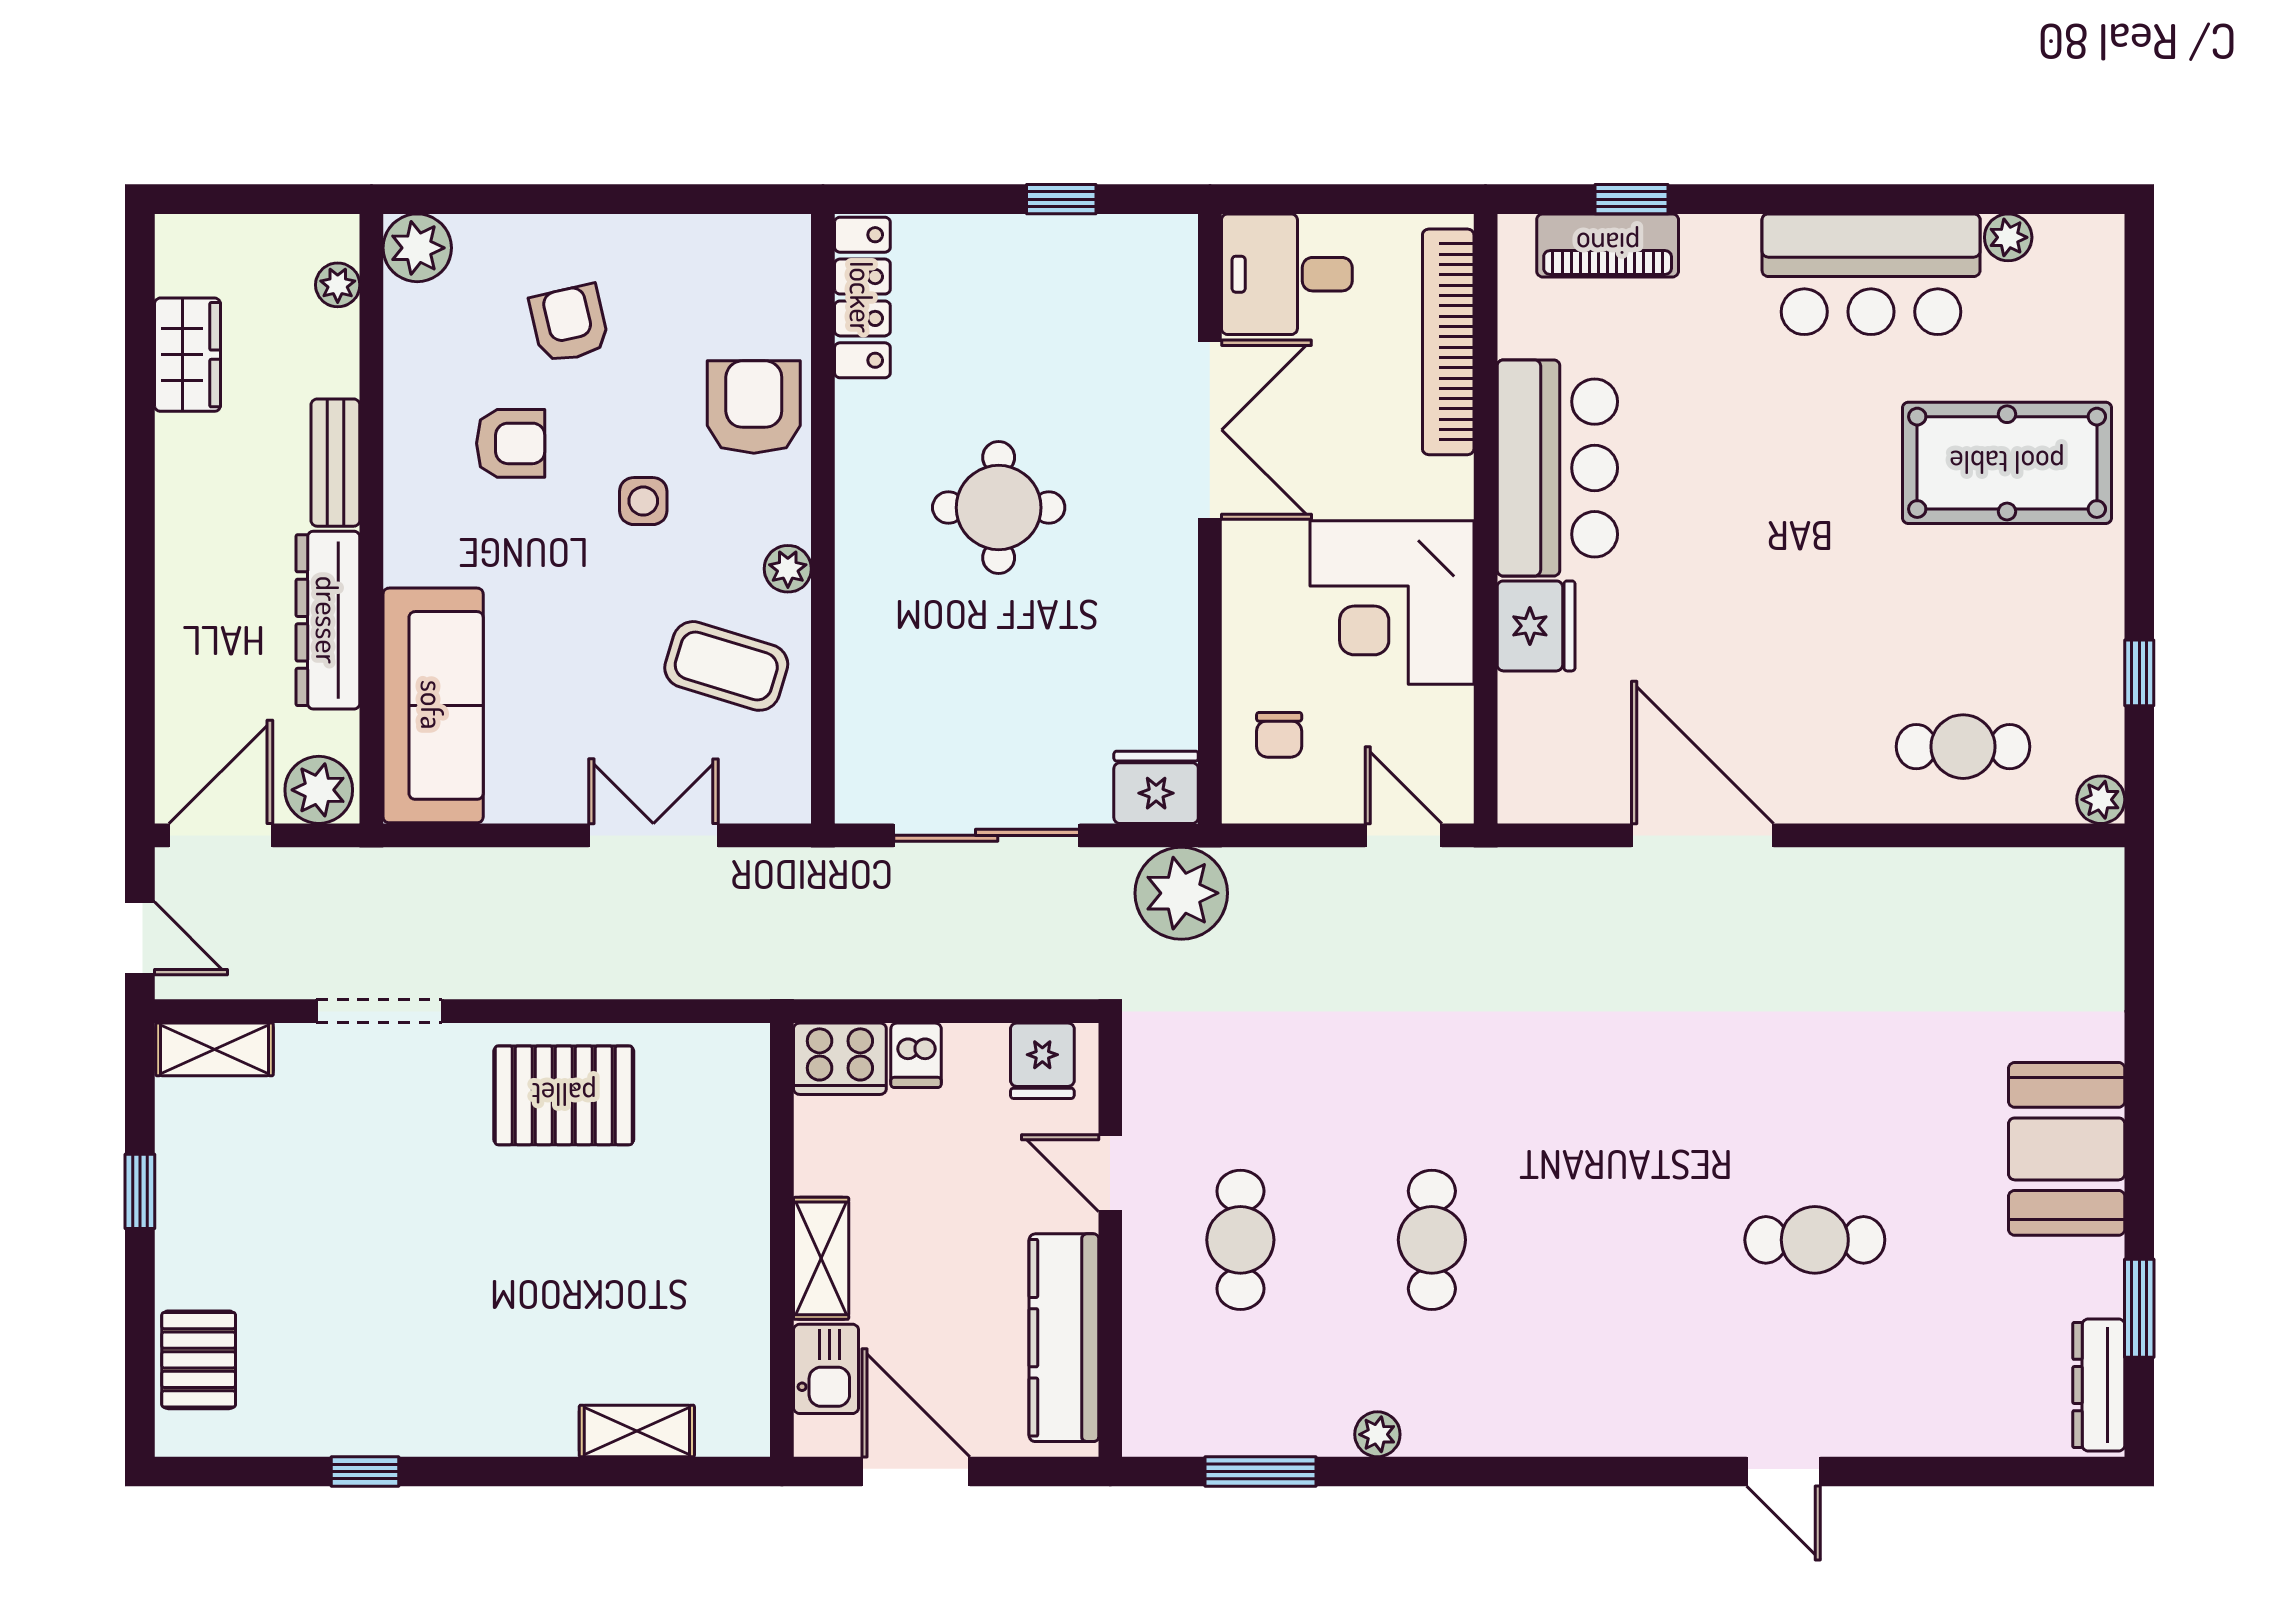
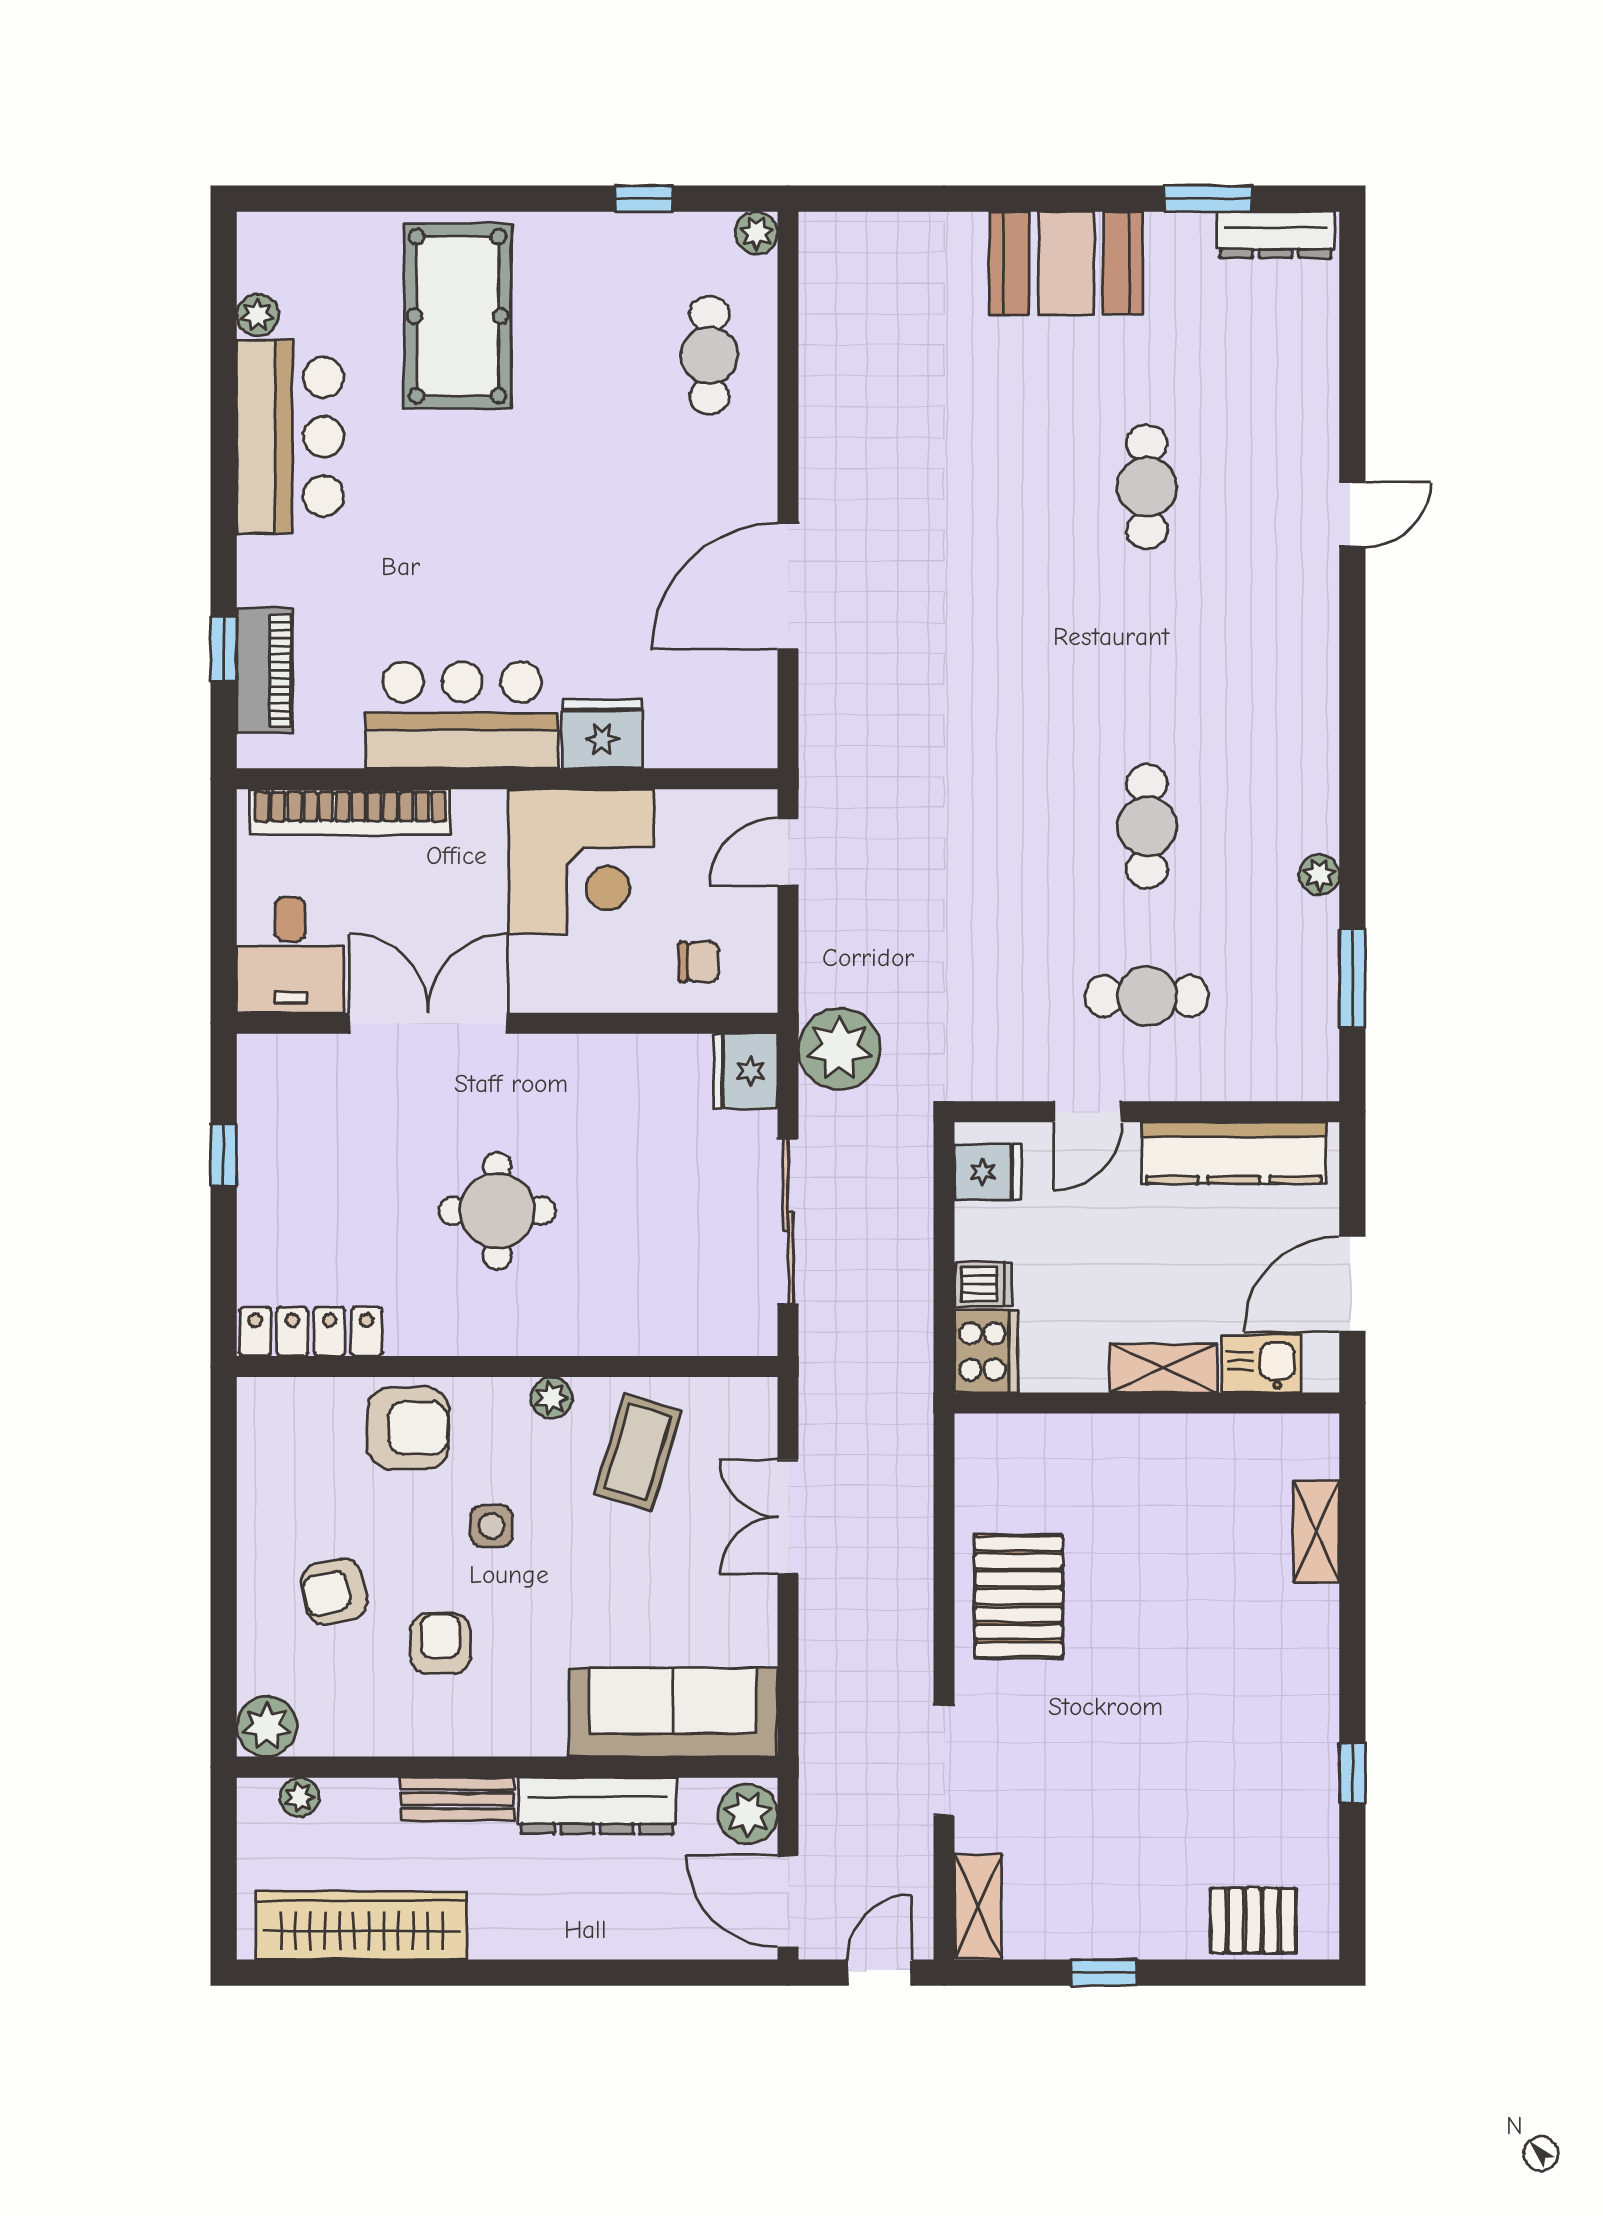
wardrobe: (187, 355) -> (362, 1925), width x2.10, depth x1.17
armchair: (754, 407) -> (408, 1428), turned 180
cafe table: (1432, 1240) -> (1147, 826), turned 90

